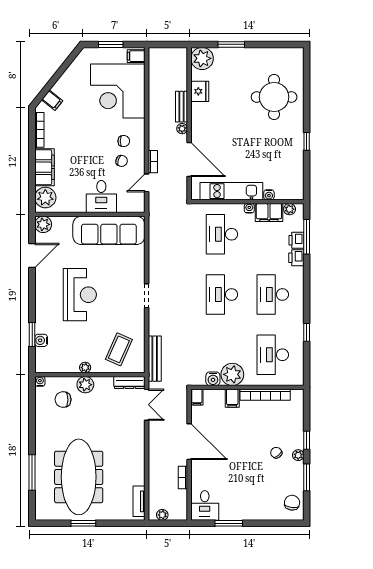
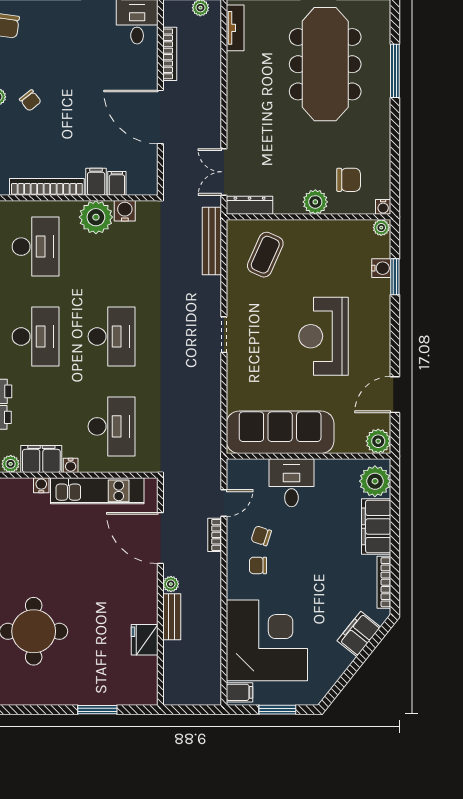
plant: (202, 58) -> (141, 689), removed
filing cabinet: (52, 100) -> (359, 634), width x2.00
plant: (85, 368) -> (381, 228), moved
filing cabinet: (197, 397) -> (117, 183), moved
bookcase: (183, 477) -> (170, 54), width x1.56

